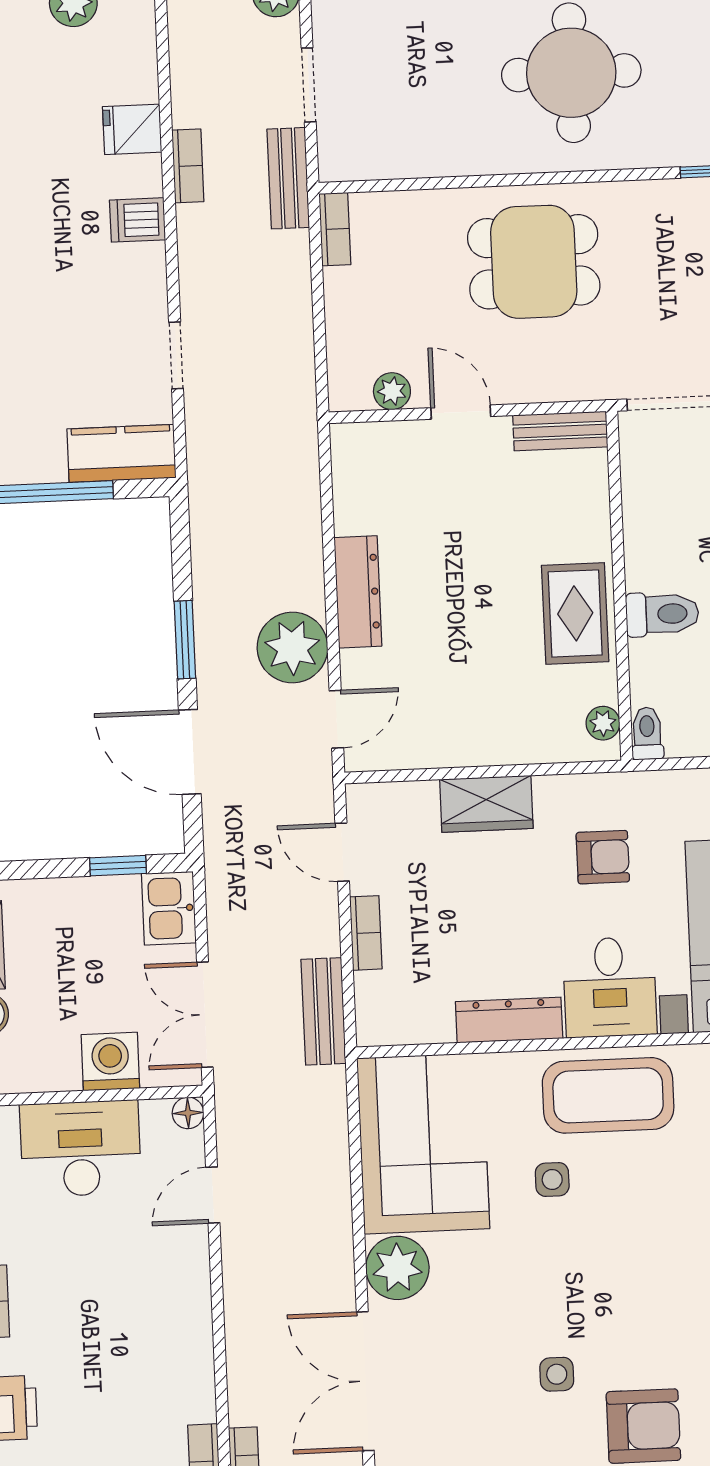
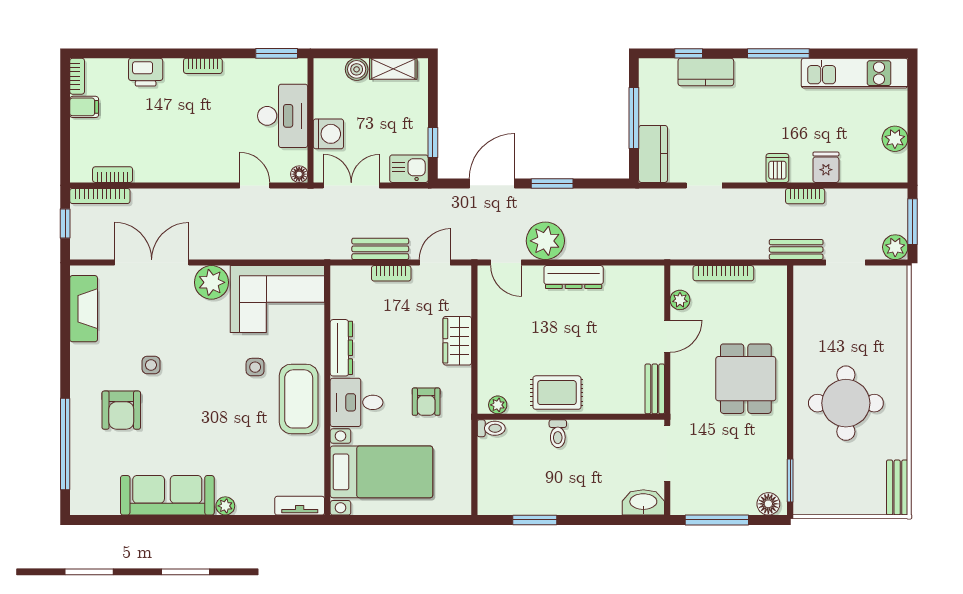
bookcase: (335, 229) -> (723, 273), moved, width x1.56
toilet: (662, 614) -> (558, 434), width x0.73, depth x0.72
bench: (323, 1011) -> (380, 249), moved

